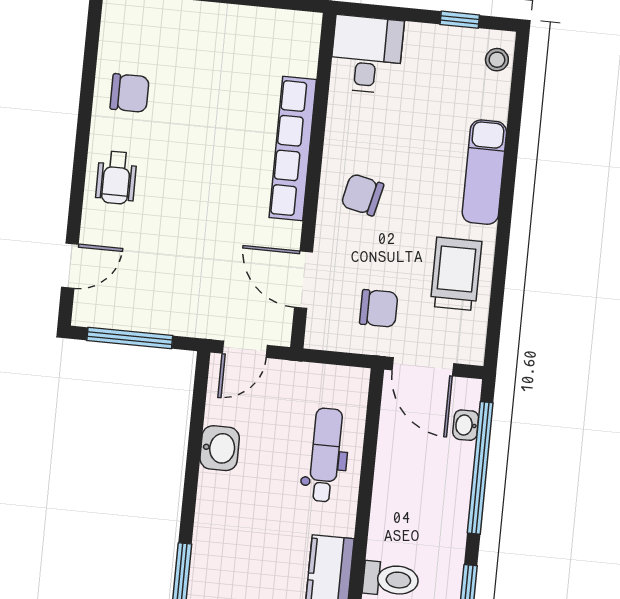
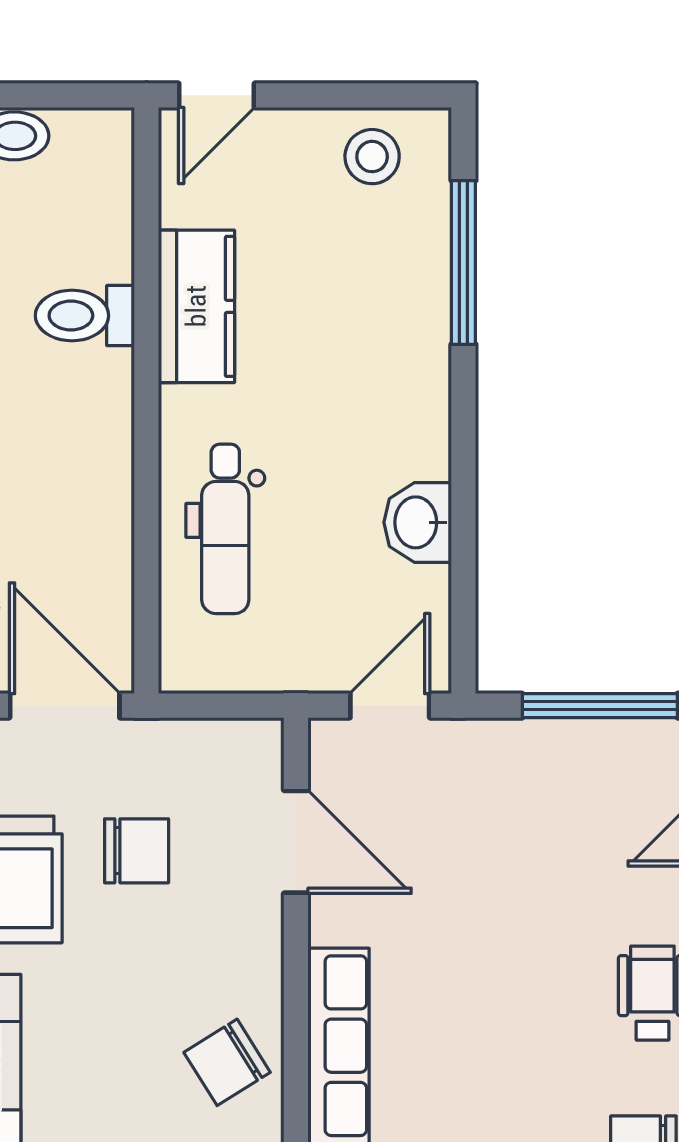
chair: (362, 195) -> (227, 1062), moved, turned 135
chair: (379, 308) -> (137, 851), moved, turned 180

